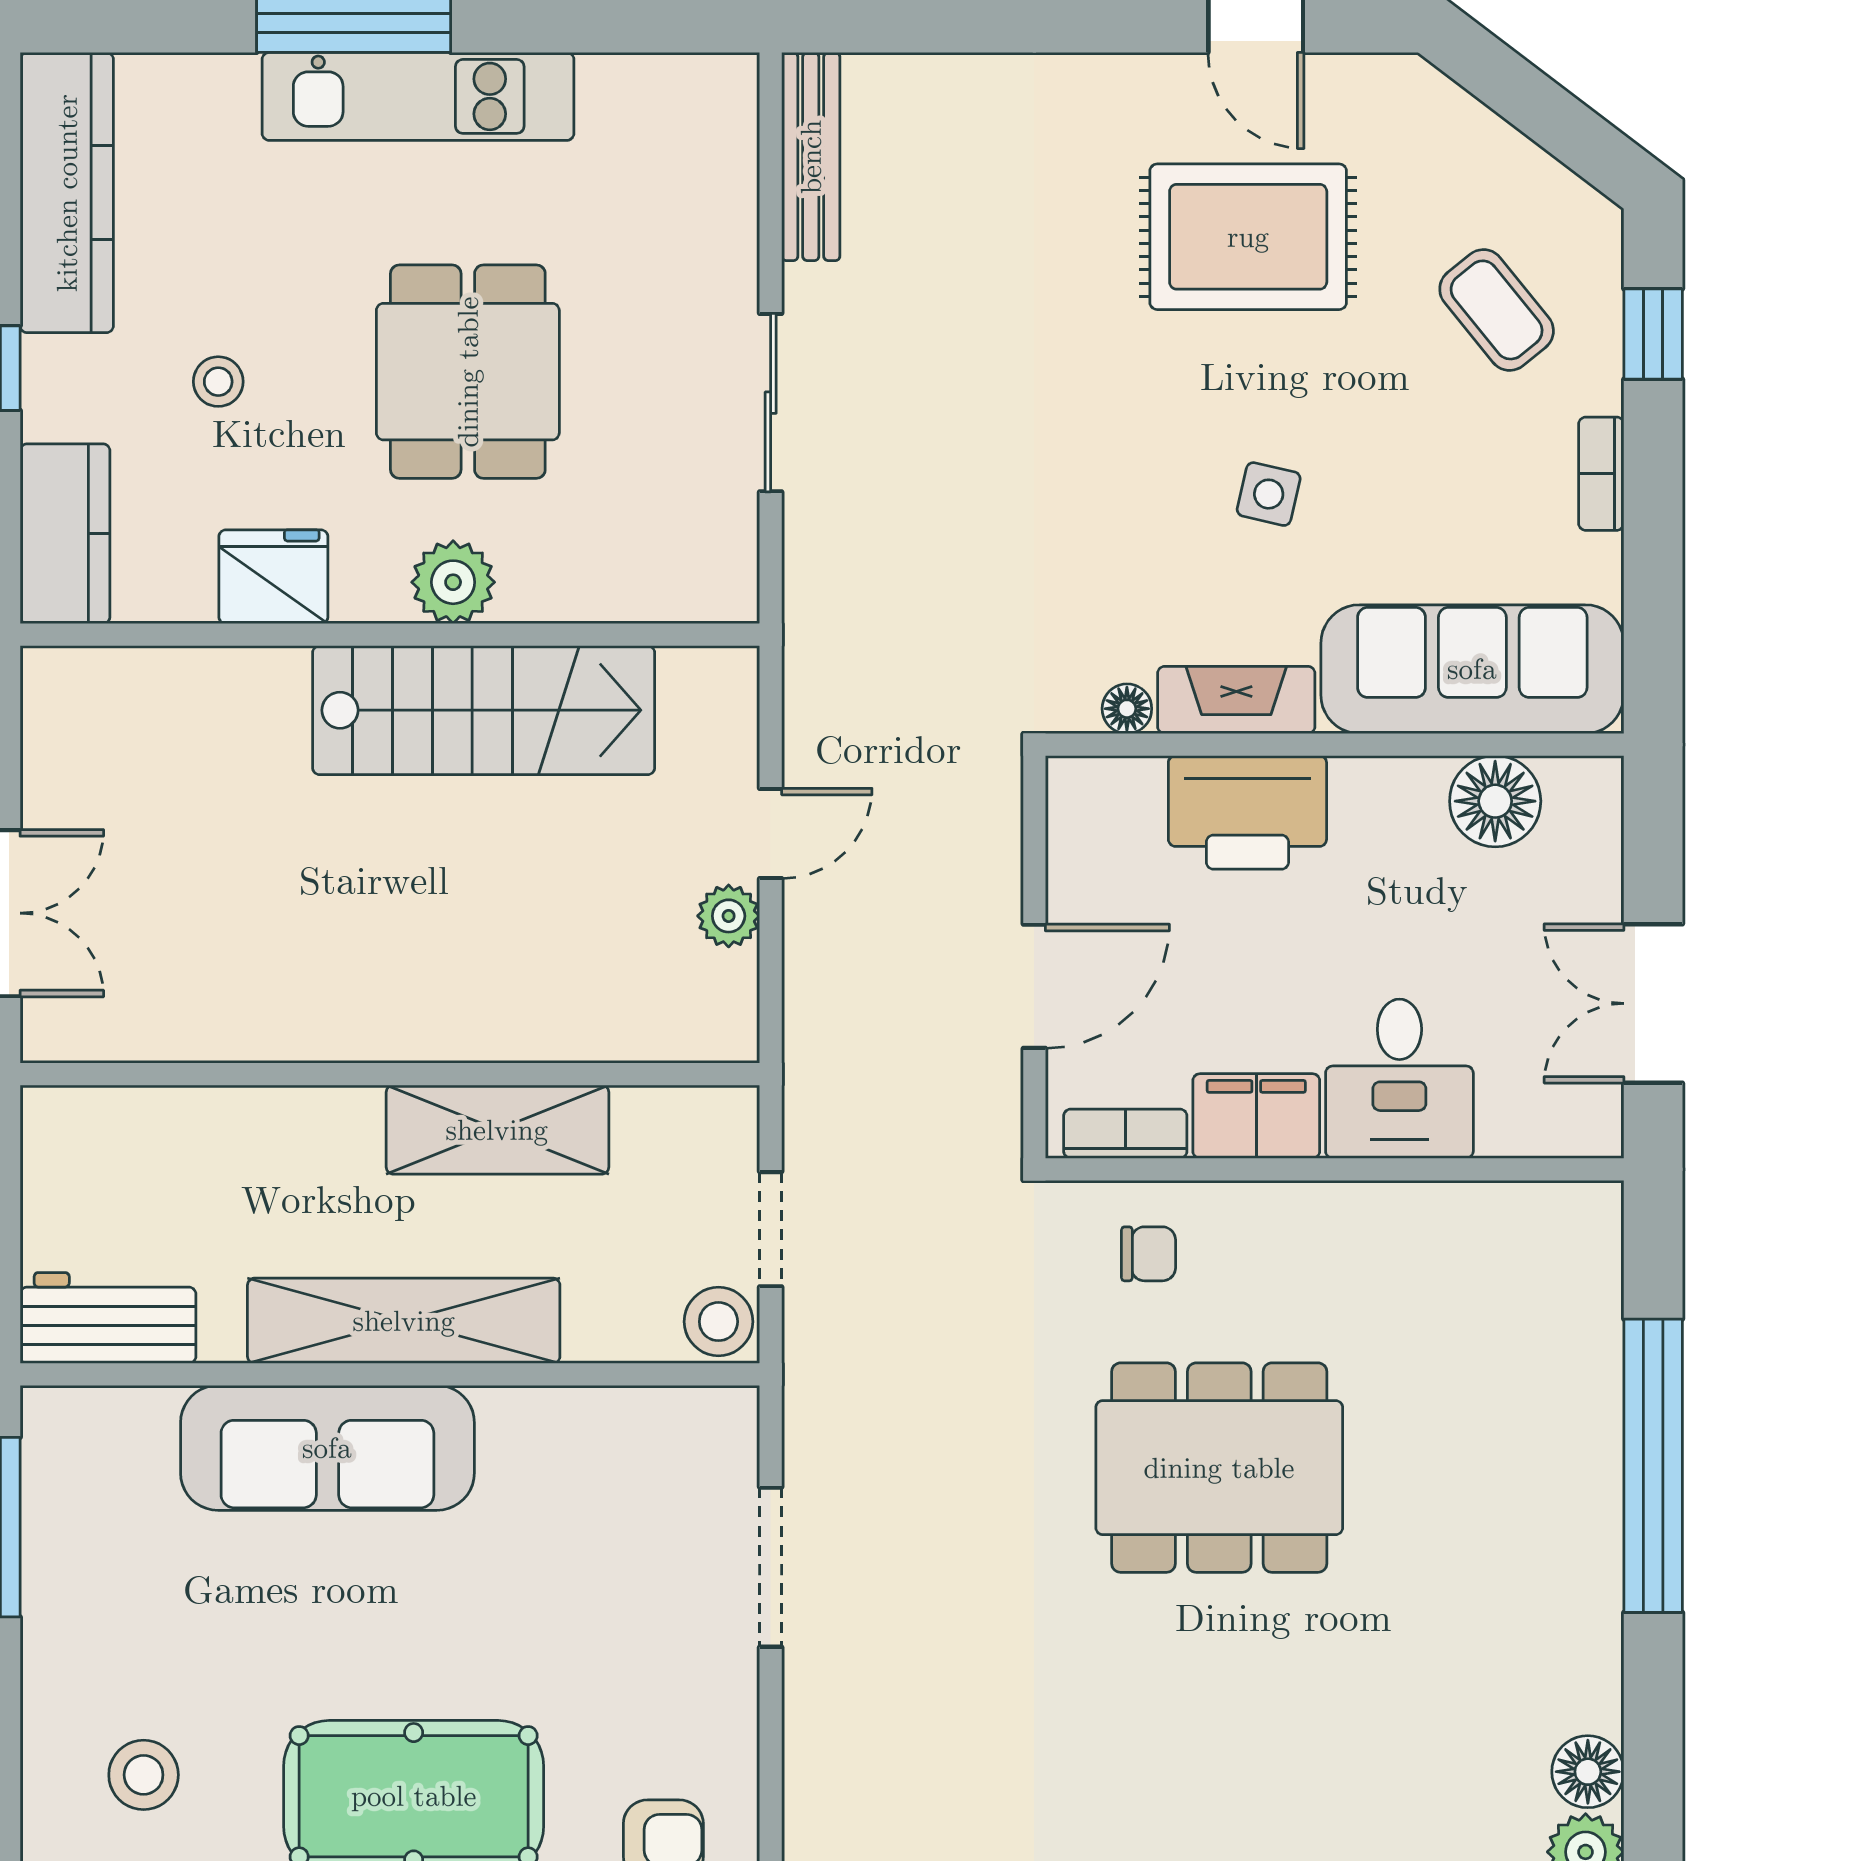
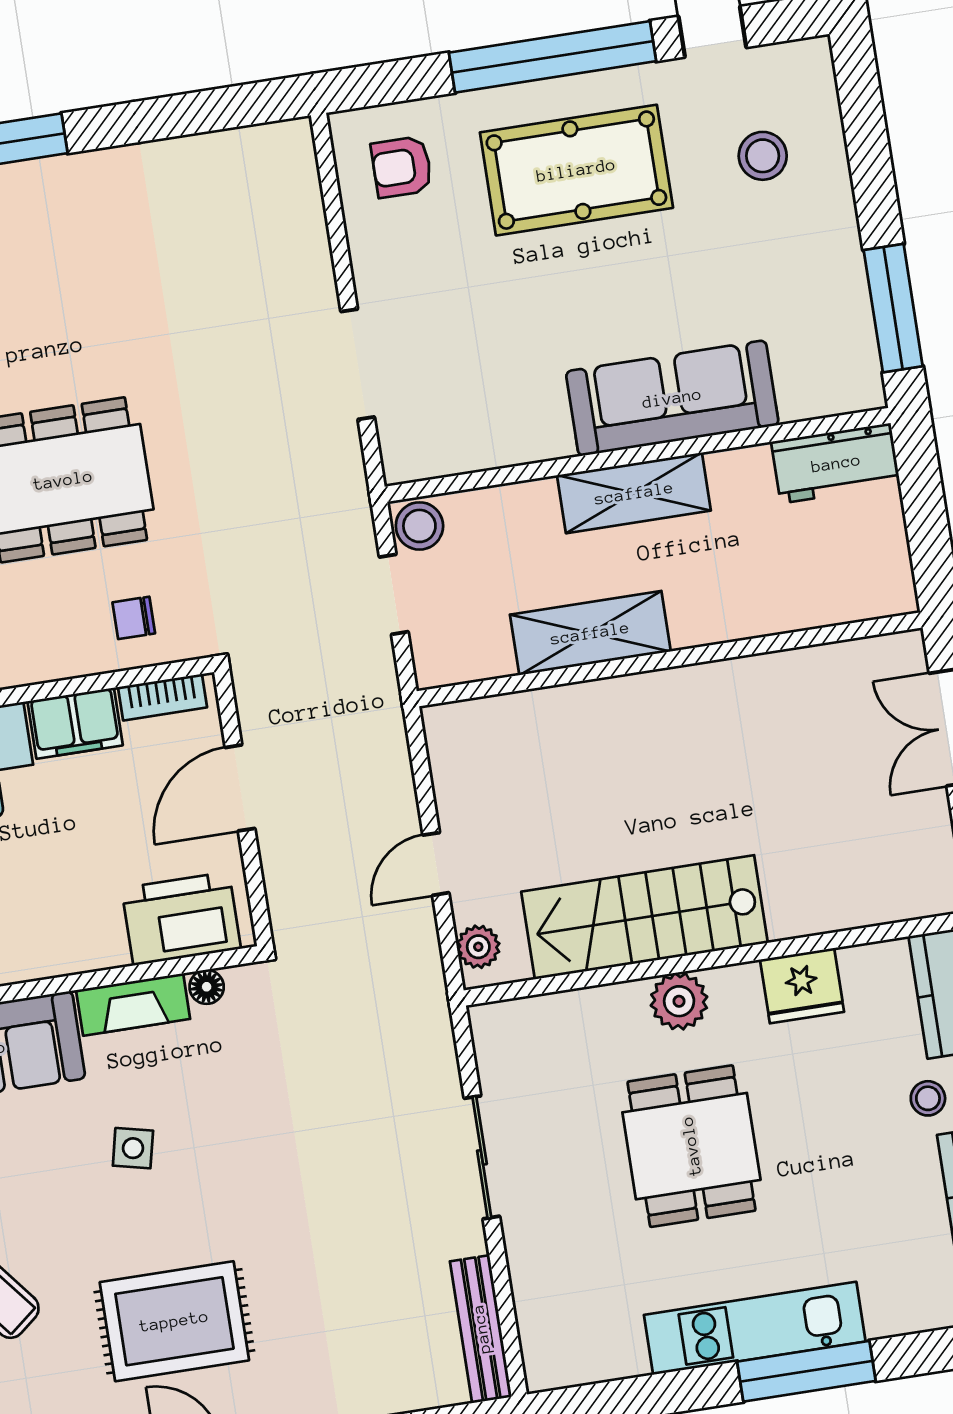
stool: (218, 382) -> (928, 1098), moved
printer: (1247, 812) -> (181, 919), moved
plant: (729, 916) -> (478, 947), moved
shelving: (404, 1321) -> (634, 493), width x0.68

